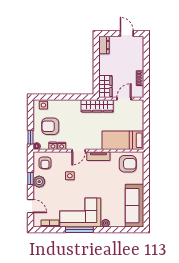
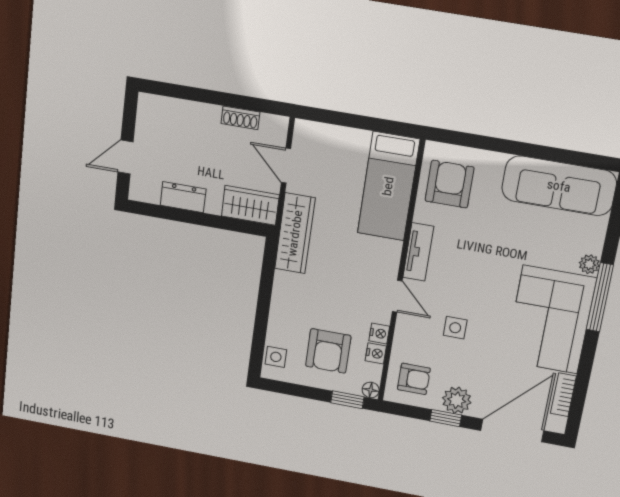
door: (127, 33) -> (126, 157), moved
dresser: (104, 45) -> (183, 197), moved
door: (31, 206) -> (512, 431), width x1.88
window: (79, 230) -> (600, 297), moved

